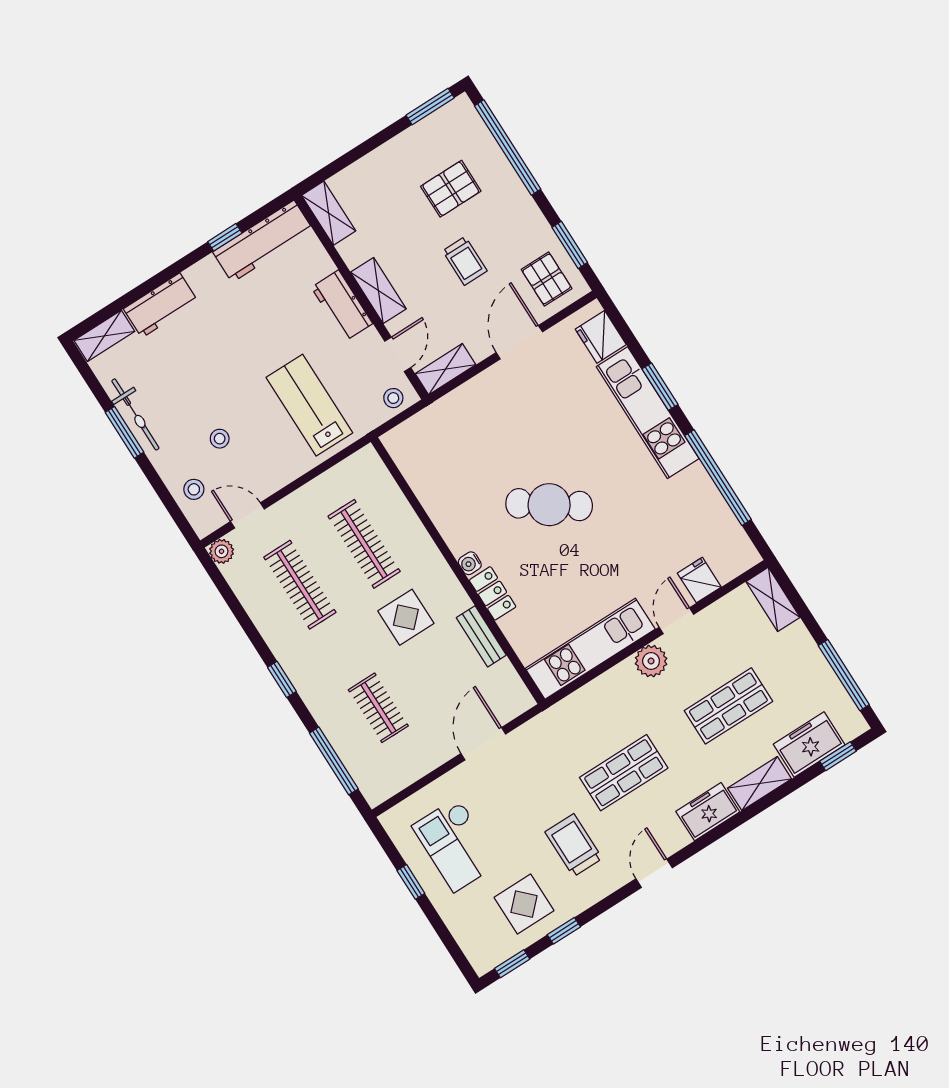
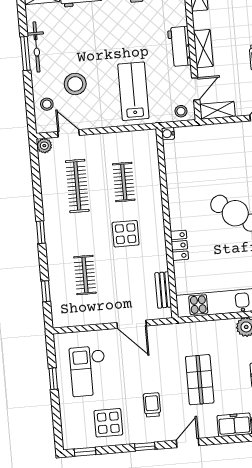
stool: (220, 439) -> (75, 84), width x1.89, depth x1.89
clothes rail: (364, 544) -> (124, 182), width x0.73
water cooler: (470, 563) -> (168, 134), moved
bench: (481, 636) -> (163, 290), moved
door: (483, 744) -> (132, 324), swing flipped
window: (334, 761) -> (46, 291), width x0.46
shop shelf: (624, 773) -> (200, 380), turned 90
trolley: (574, 845) -> (152, 405), width x0.73, depth x0.72
window: (564, 931) -> (145, 447), moved

